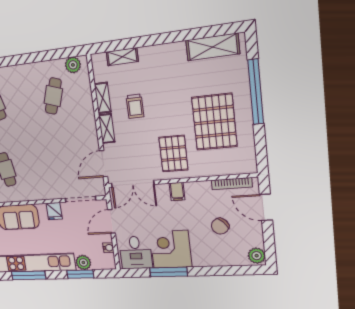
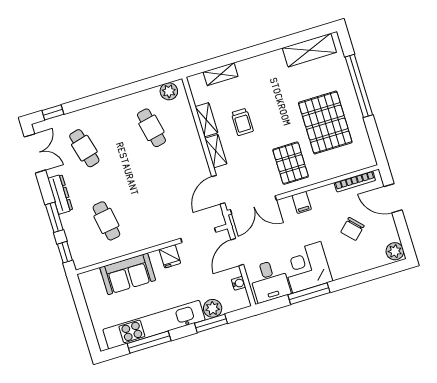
cafe table: (53, 96) -> (151, 128), turned -30

